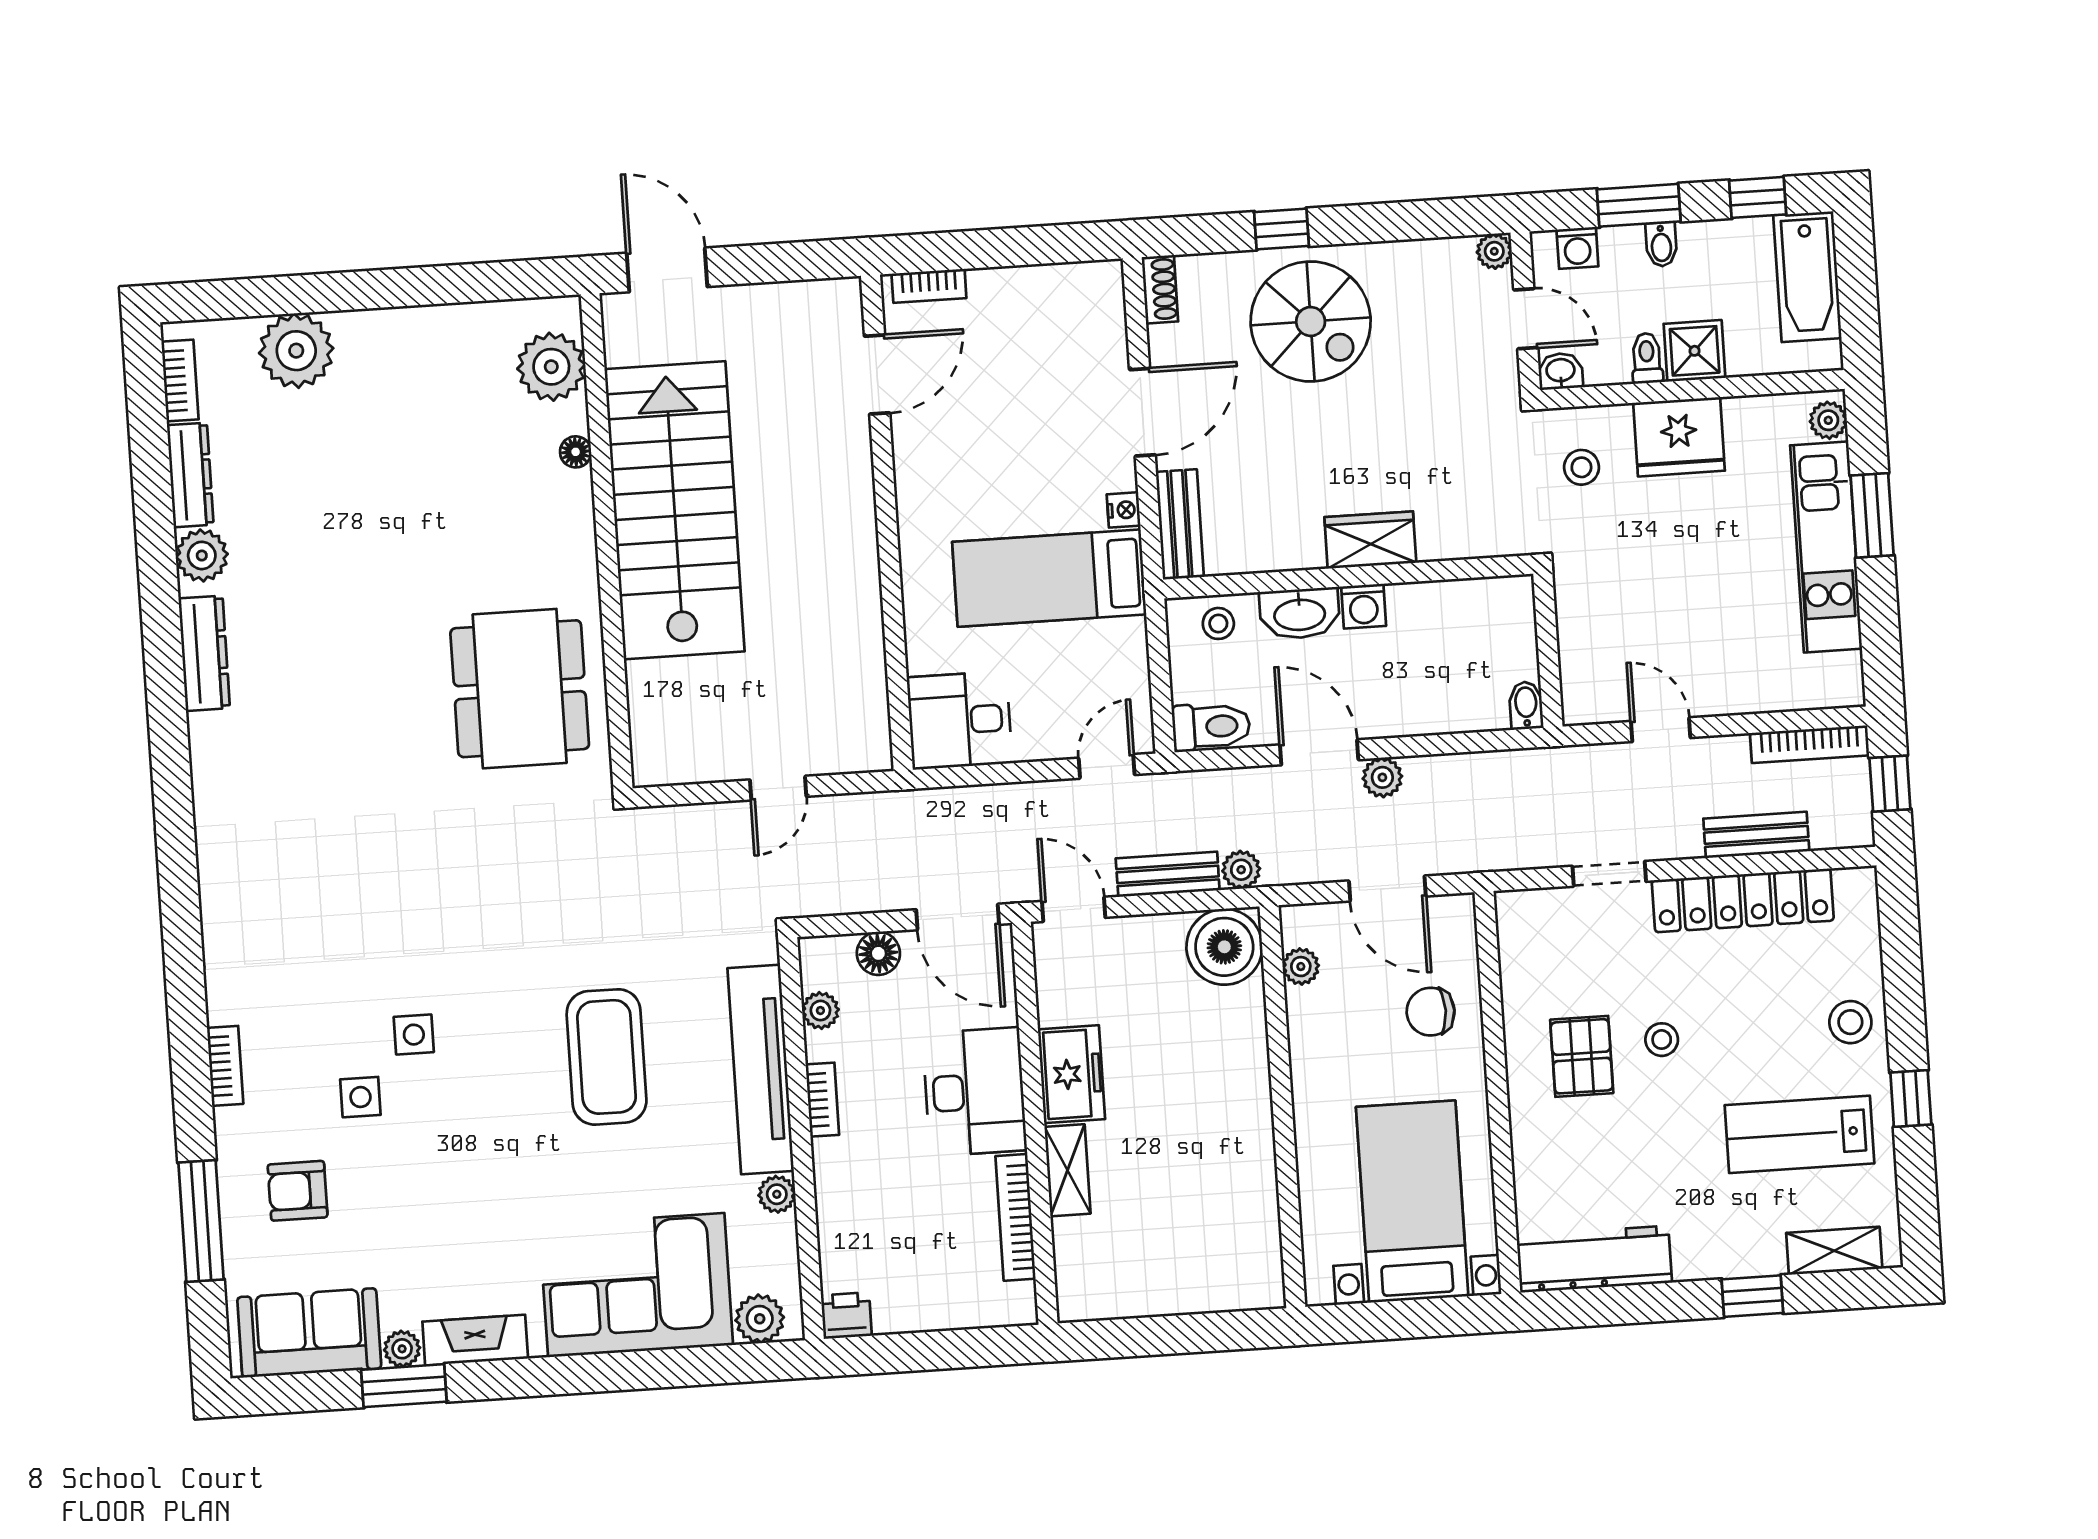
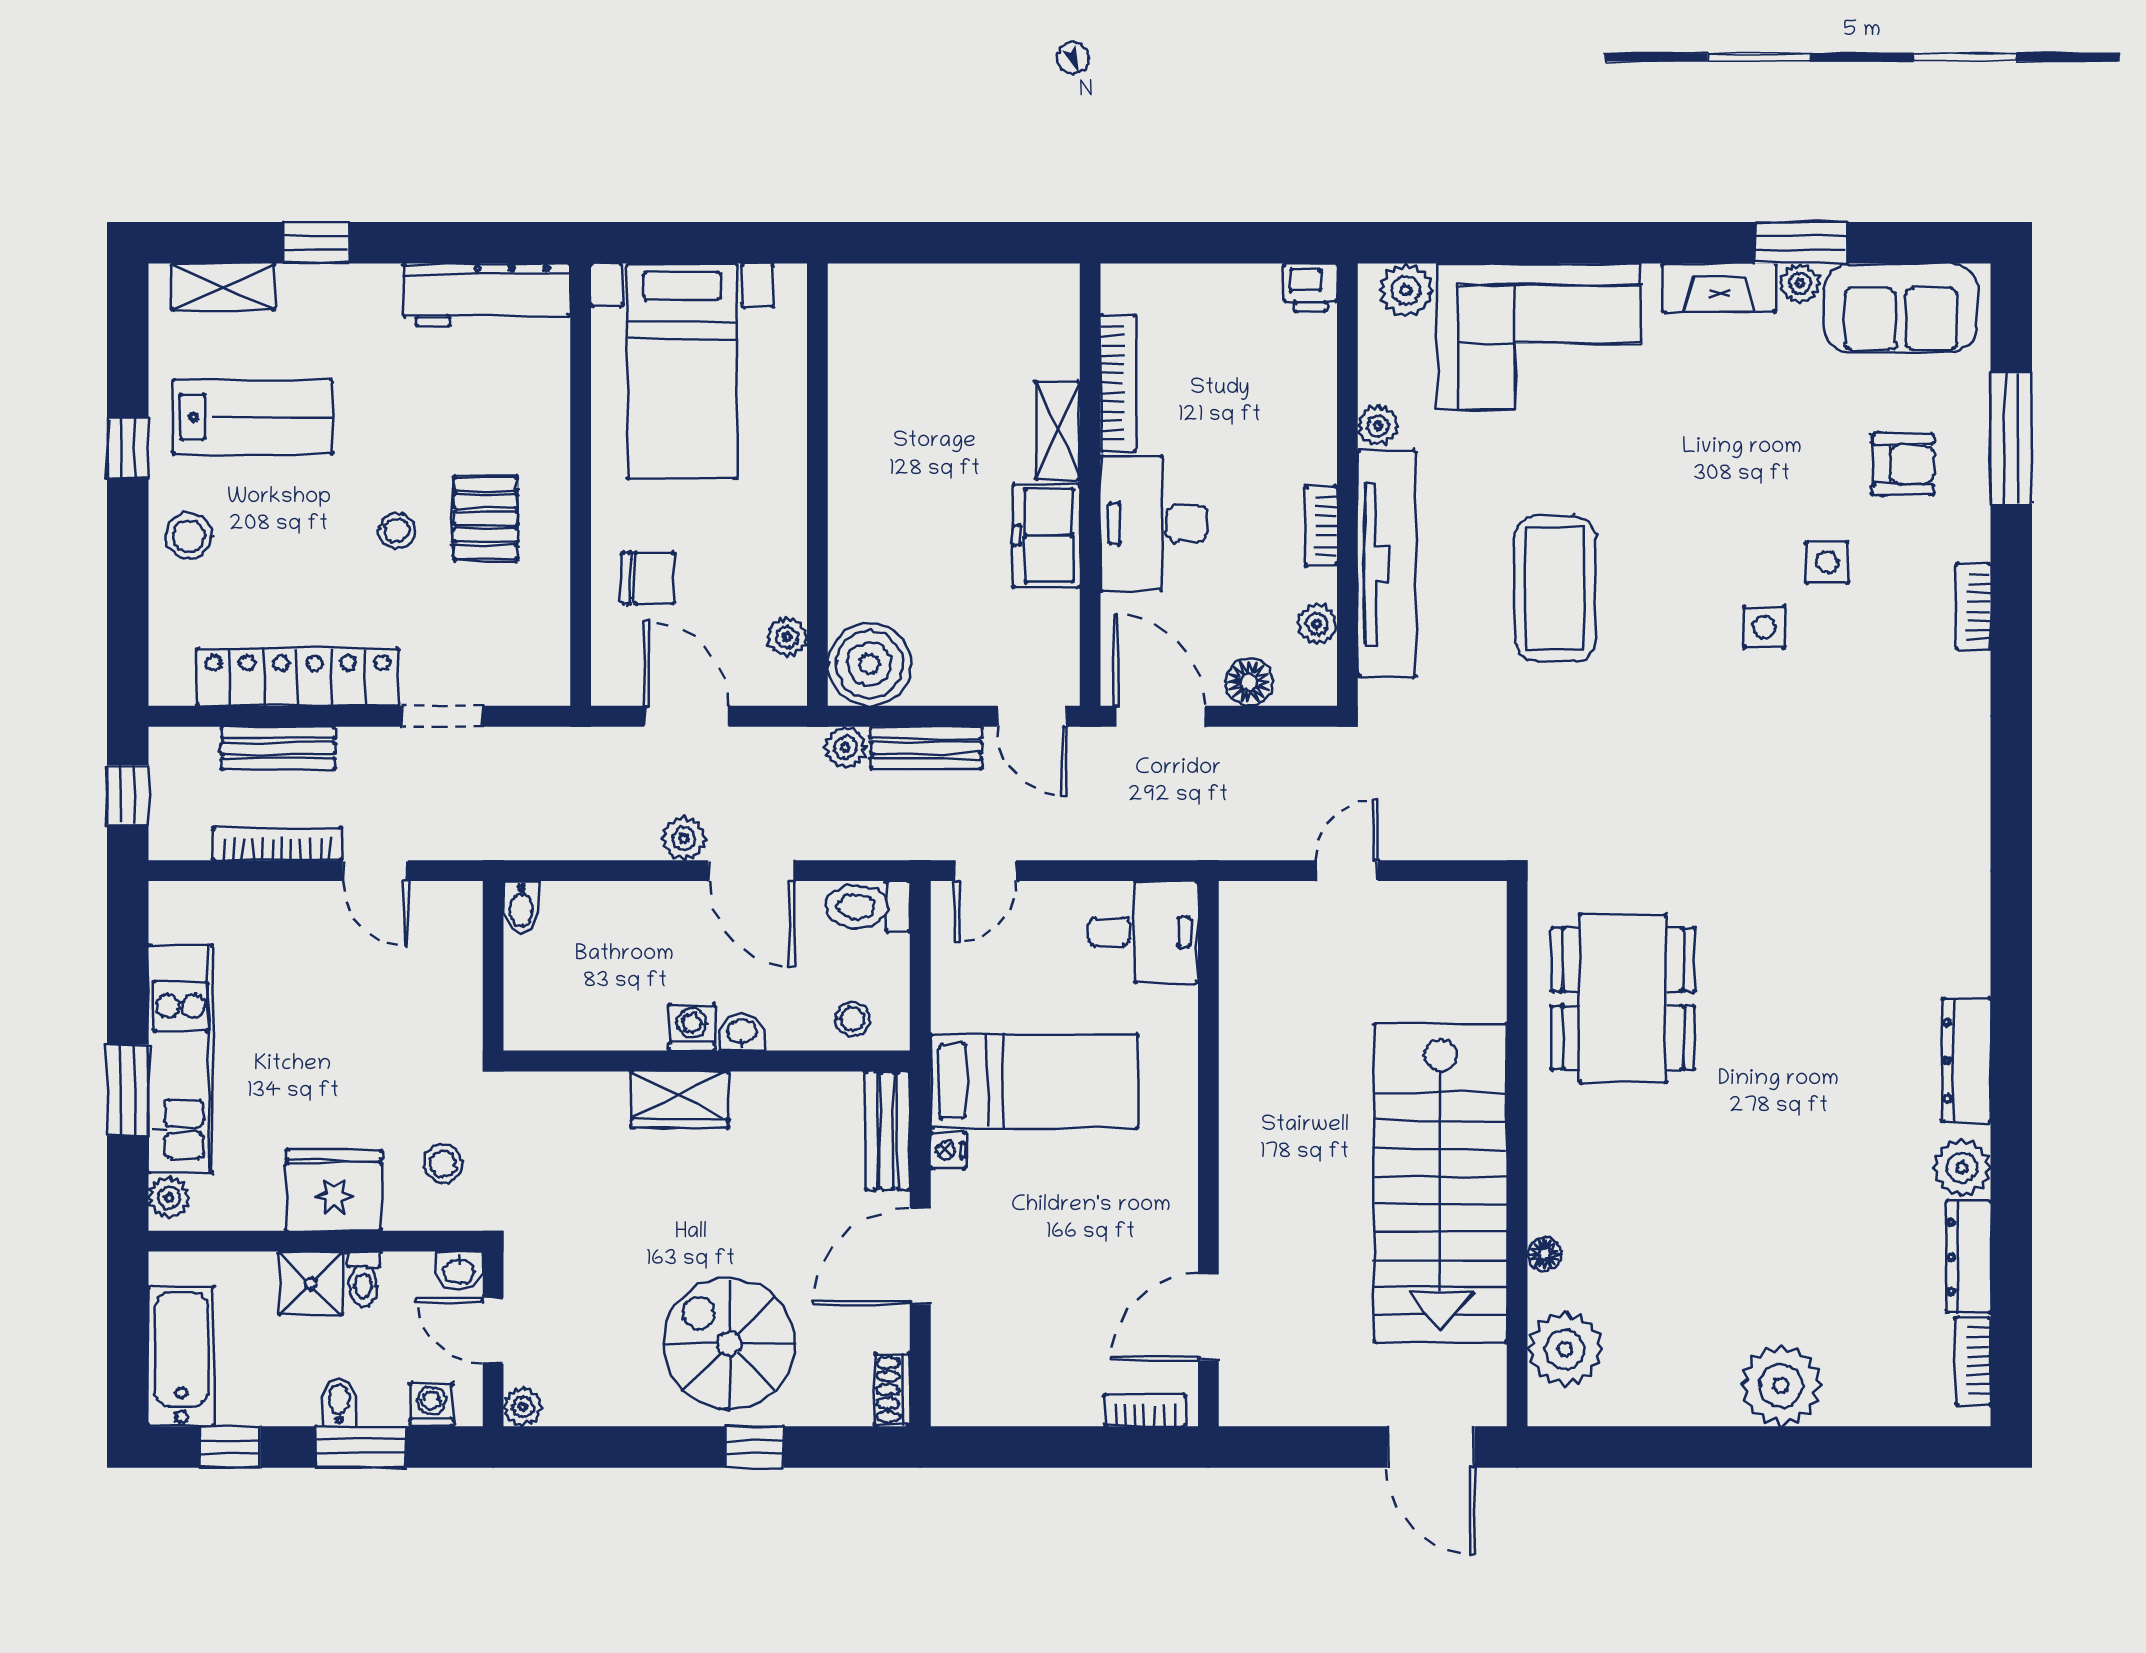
plant: (296, 351) -> (1781, 1385), moved
washbasin: (1300, 613) -> (742, 1032), width x0.52, depth x0.69
bookcase: (1810, 744) -> (277, 844), moved

